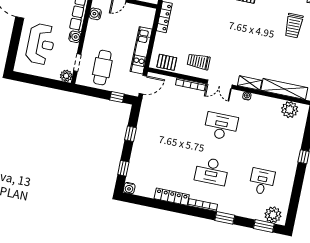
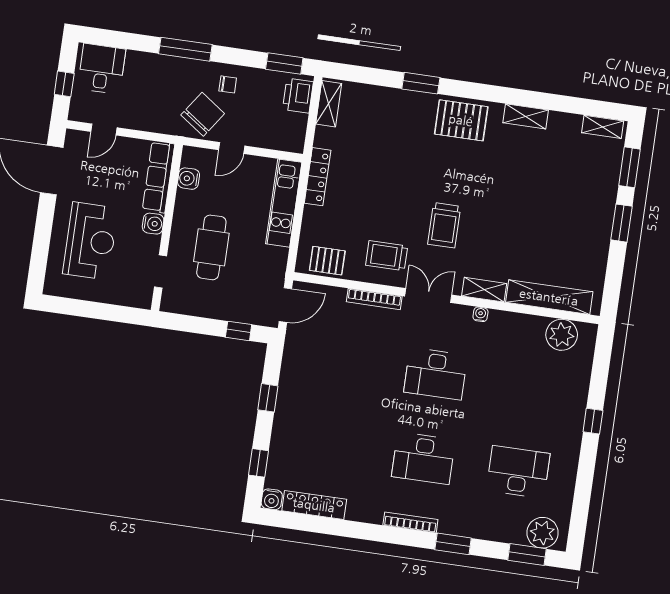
trolley: (294, 26) -> (444, 225), moved
kitchen unit: (141, 50) -> (284, 203), moved
cafe table: (102, 68) -> (211, 247), moved
plant: (66, 76) -> (141, 297), removed
double door: (220, 84) -> (428, 296), swing flipped
desk: (221, 126) -> (436, 374), turned 180
desk: (262, 182) -> (518, 472), width x1.37
locker: (172, 197) -> (314, 505), moved

